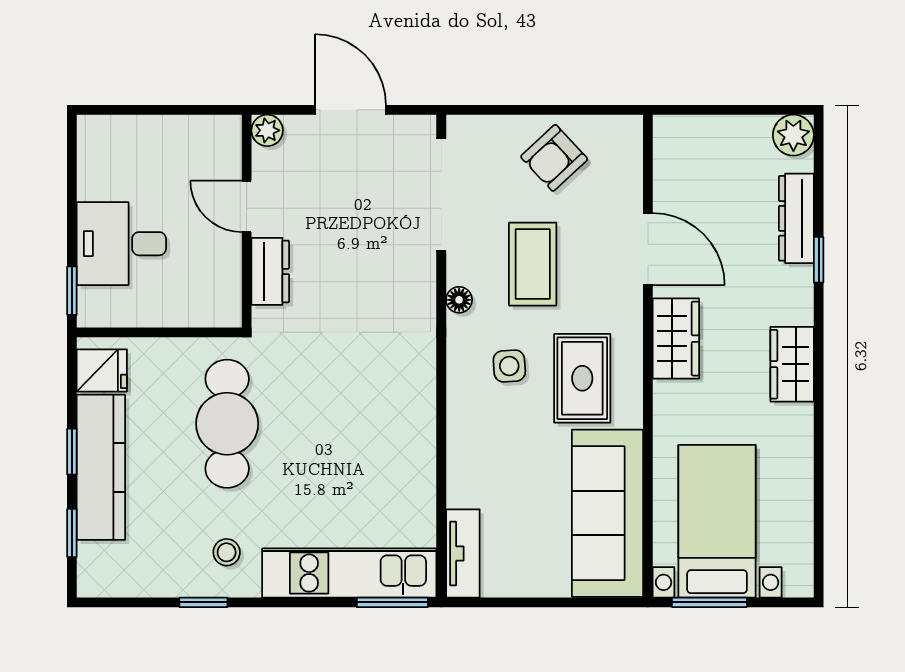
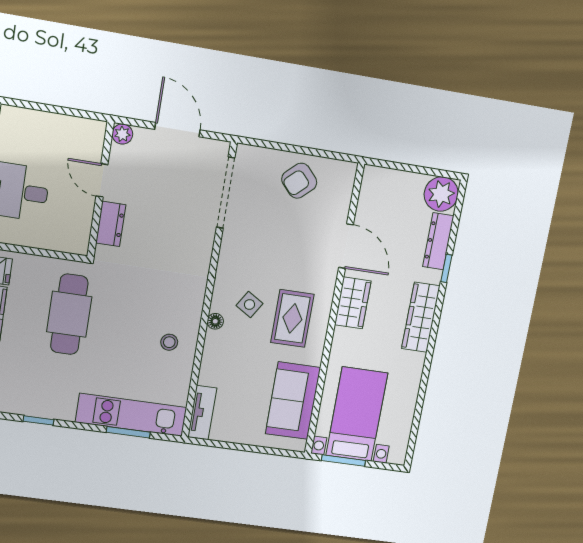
plant: (793, 135) -> (441, 194), width x1.36, depth x1.36
coffee table: (533, 264) -> (275, 244), removed
floor lamp: (459, 300) -> (215, 321), moved
wardrobe: (792, 364) -> (421, 317), width x1.50
side table: (509, 366) -> (249, 304), turned 36
sofa: (607, 513) -> (293, 401), width x0.73
stool: (227, 552) -> (169, 342), moved
window: (392, 602) -> (128, 432), moved

